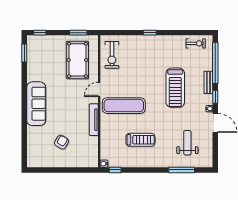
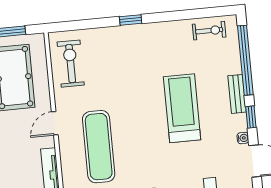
exercise bike: (112, 55) -> (71, 64), turned 180
treadmill: (175, 88) -> (182, 108), turned 180
exercise mat: (124, 106) -> (99, 147), turned 90

